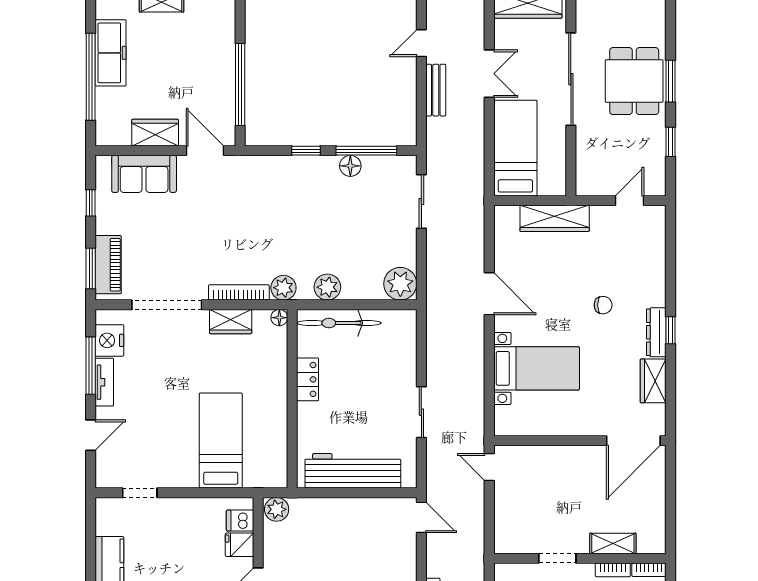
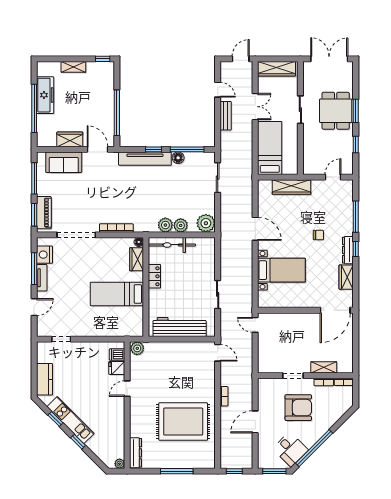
door: (421, 43) -> (218, 90), swing flipped
sliding door: (571, 79) -> (300, 110), width x0.54
tv unit: (290, 167) -> (145, 159), added
window: (91, 203) -> (34, 178), width x2.17
window: (670, 272) -> (356, 217), added
plant: (283, 288) -> (181, 225), moved
wardrobe: (231, 322) -> (137, 259), moved, turned 90
bed: (221, 441) -> (117, 294), moved, turned -90

